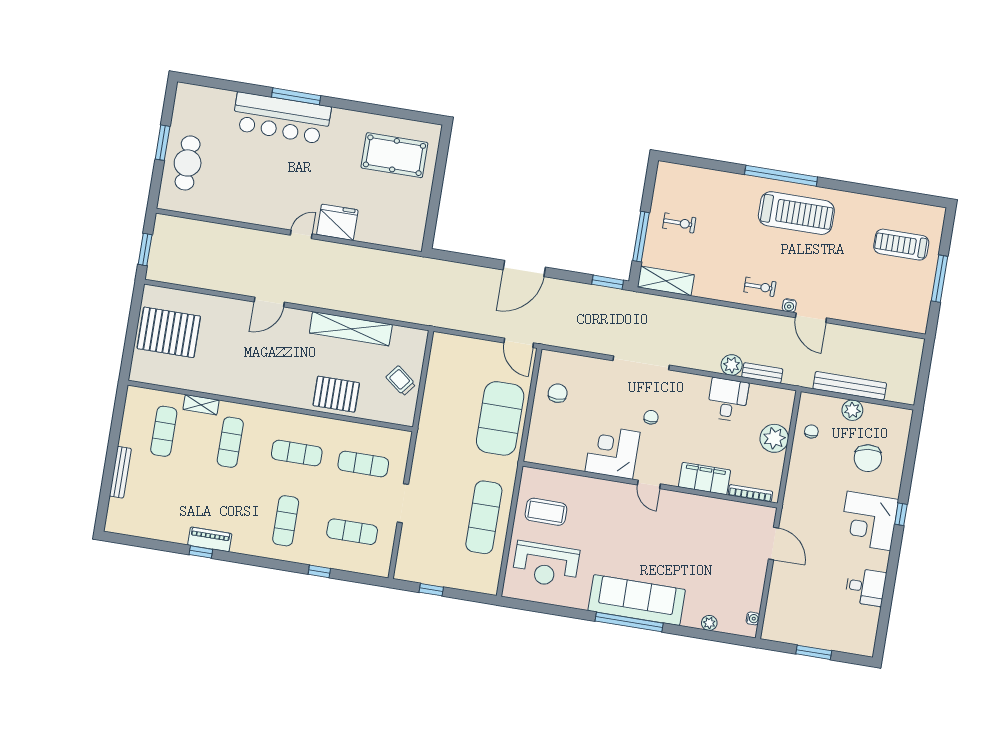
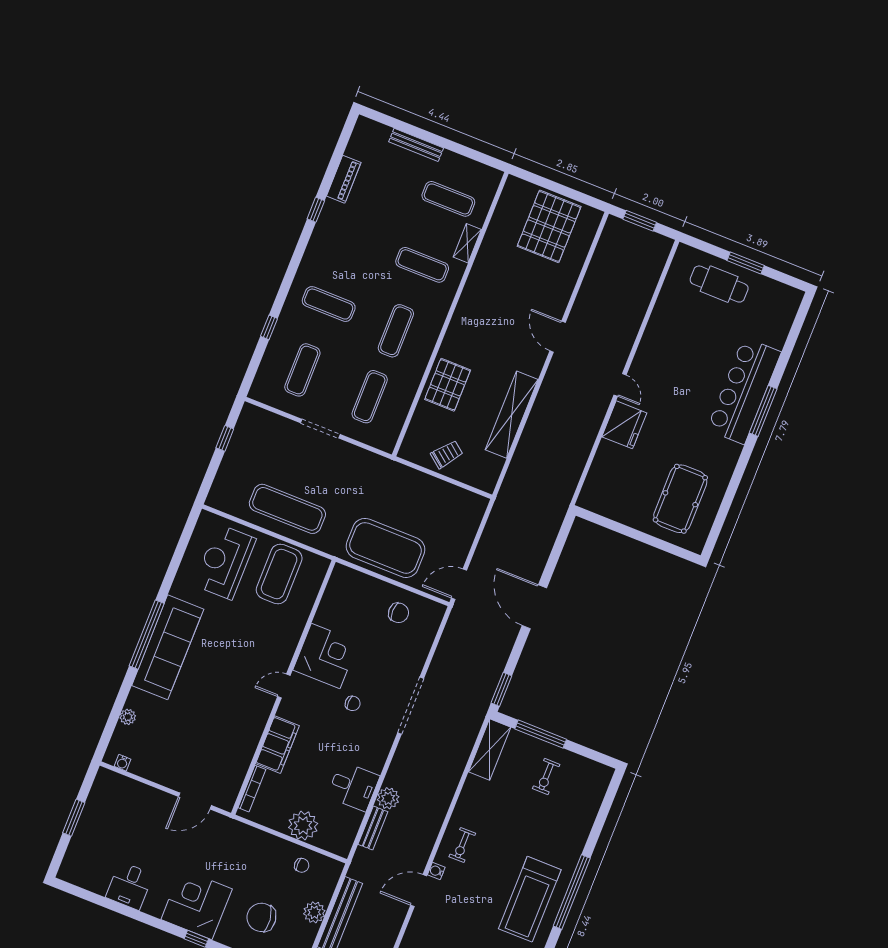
coffee table: (546, 512) -> (279, 574), width x1.36, depth x1.32
piano: (210, 539) -> (344, 179), moved

